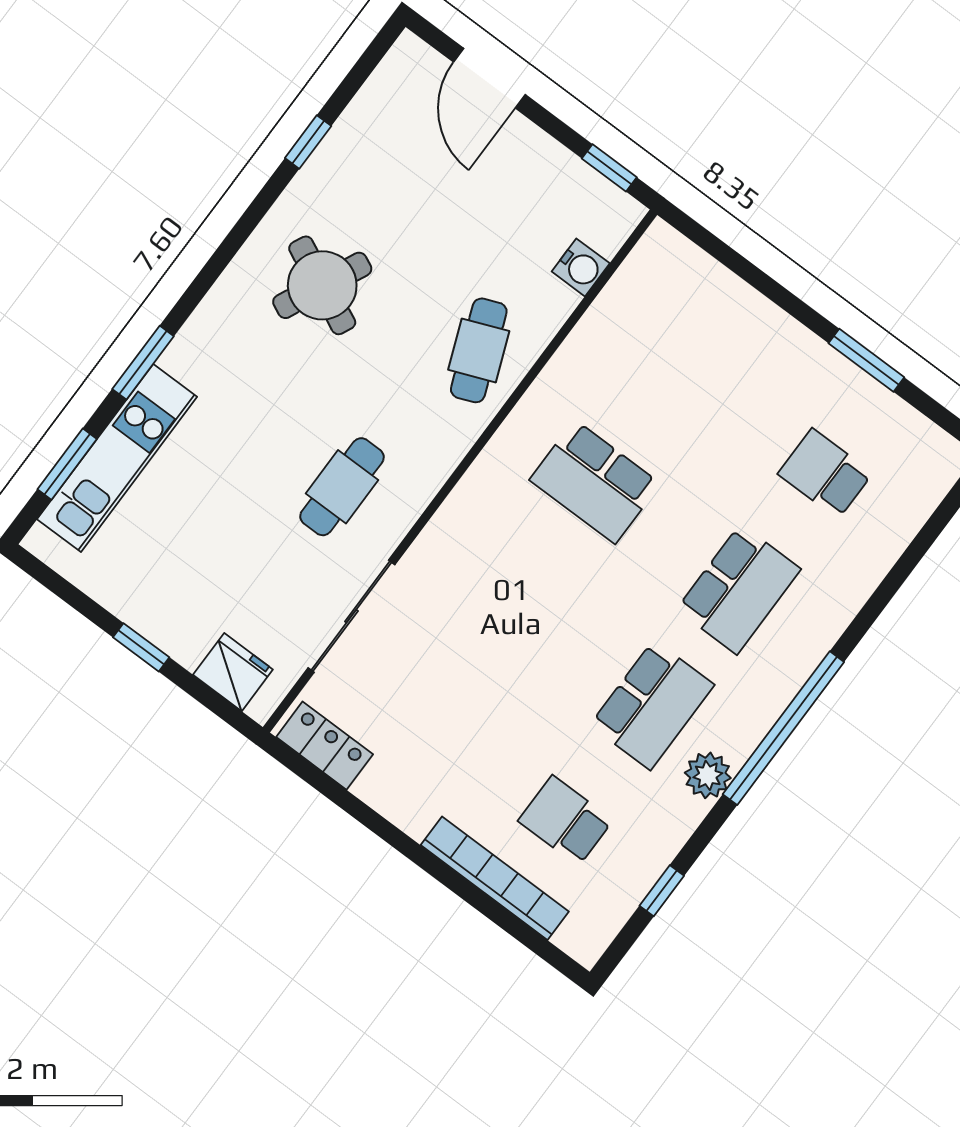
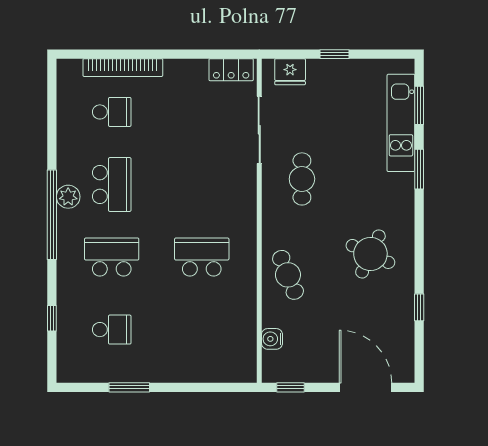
door: (489, 78) -> (366, 387), width x1.36
school desk: (739, 589) -> (112, 257), turned 90
school desk: (652, 705) -> (112, 184), turned 180
plant: (708, 775) -> (68, 197), moved
window: (662, 891) -> (52, 318), moved

